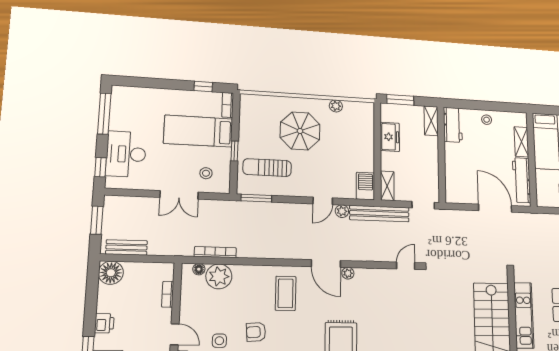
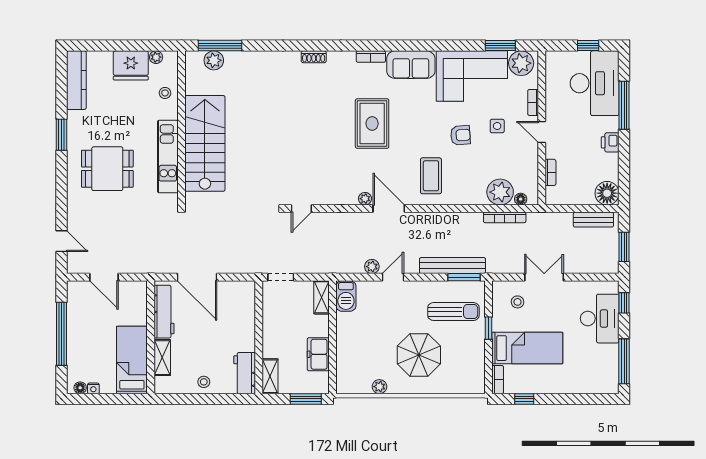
bench: (379, 214) -> (453, 266), moved

